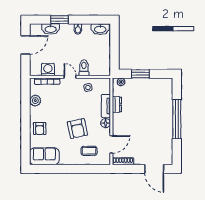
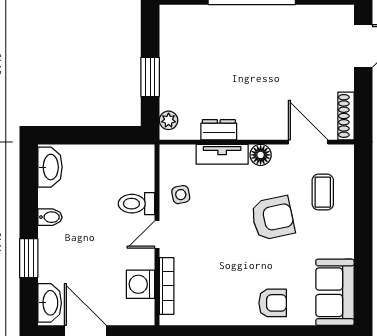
washbasin: (51, 29) -> (50, 303), moved
plant: (35, 101) -> (210, 313), removed

